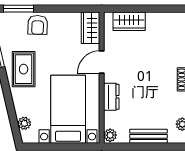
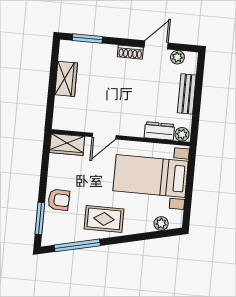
wardrobe: (129, 21) -> (66, 79), moved
door: (102, 62) -> (104, 136), hinge flipped
dresser: (111, 97) -> (159, 131), moved

